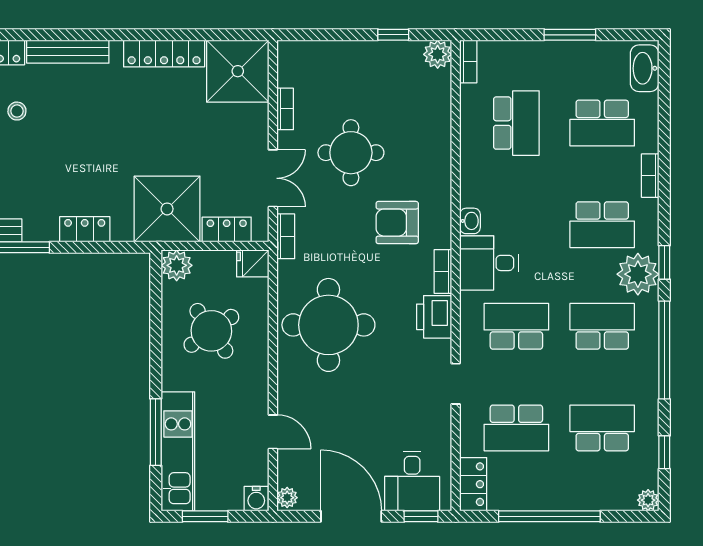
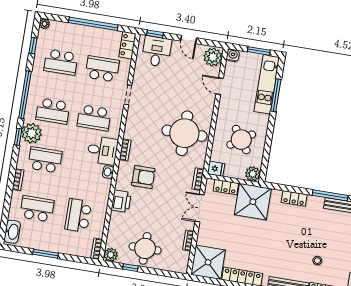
round table: (351, 153) -> (145, 248), moved
printer: (434, 317) -> (121, 201), moved
plant: (287, 498) -> (213, 57), width x1.88, depth x1.88
door: (351, 516) -> (189, 39), width x0.53

